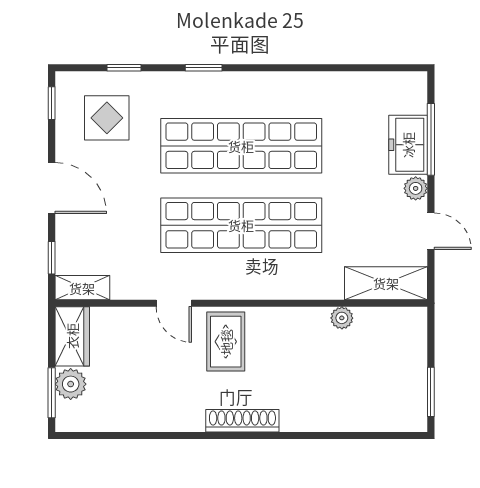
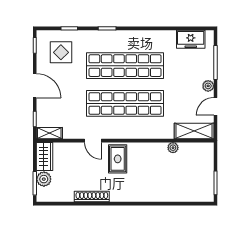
freezer: (408, 145) -> (191, 39), moved, turned -90
door: (431, 231) -> (215, 106), swing flipped
shoe rack: (242, 421) -> (92, 197), moved

